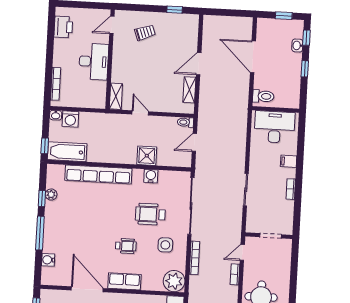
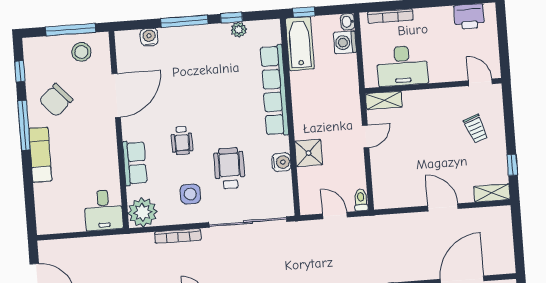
desk: (94, 62) -> (402, 66), moved
shelving: (189, 90) -> (492, 193), moved
row of seats: (124, 281) -> (135, 163), moved

